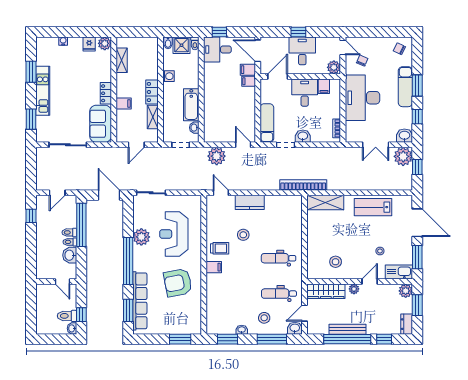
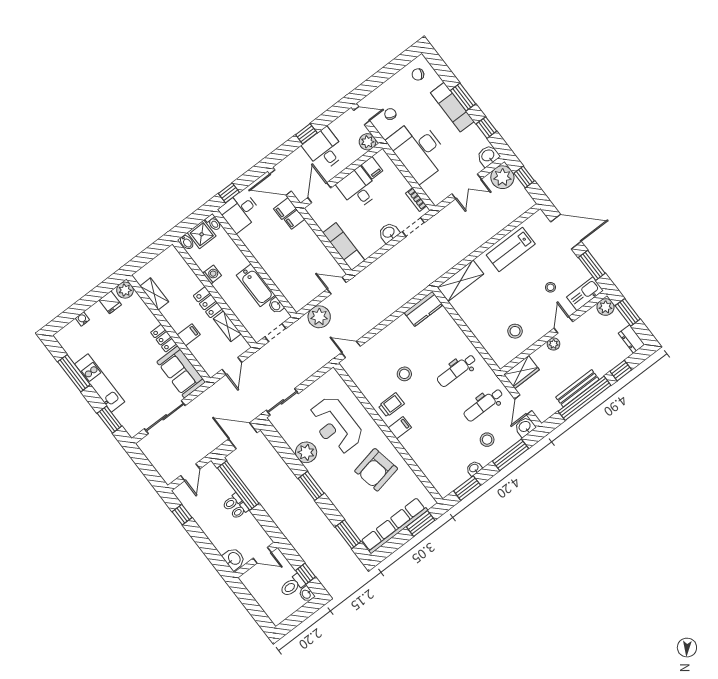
window: (31, 72) -> (74, 373), width x1.44
doorway: (285, 145) -> (413, 227), moved
bookcase: (303, 185) -> (426, 280), removed
kitchen counter: (250, 202) -> (424, 309), moved
washbasin: (70, 255) -> (234, 559), moved, turned 180
window: (128, 261) -> (311, 486), width x0.47
wardrobe: (326, 291) -> (522, 372), width x0.67
row of seats: (140, 301) -> (394, 526), moved, turned -90

